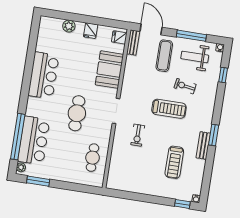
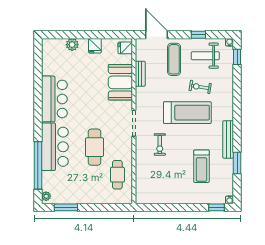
window: (191, 36) -> (198, 35), width x0.46
bench: (133, 43) -> (140, 74), moved
window: (223, 75) -> (237, 57), moved
treadmill: (169, 109) -> (187, 113), width x1.37, depth x1.38
cafe table: (77, 113) -> (94, 147), moved
window: (214, 135) -> (237, 163), moved
bar counter: (34, 140) -> (55, 147), moved
bench: (203, 146) -> (228, 139), width x1.36

